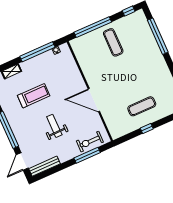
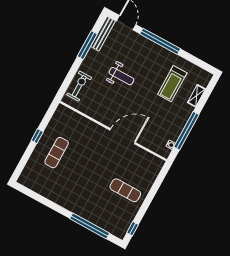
window: (93, 27) -> (154, 190), removed
treadmill: (34, 96) -> (172, 84), moved
door: (94, 100) -> (123, 136), moved
window: (87, 155) -> (87, 45), moved

